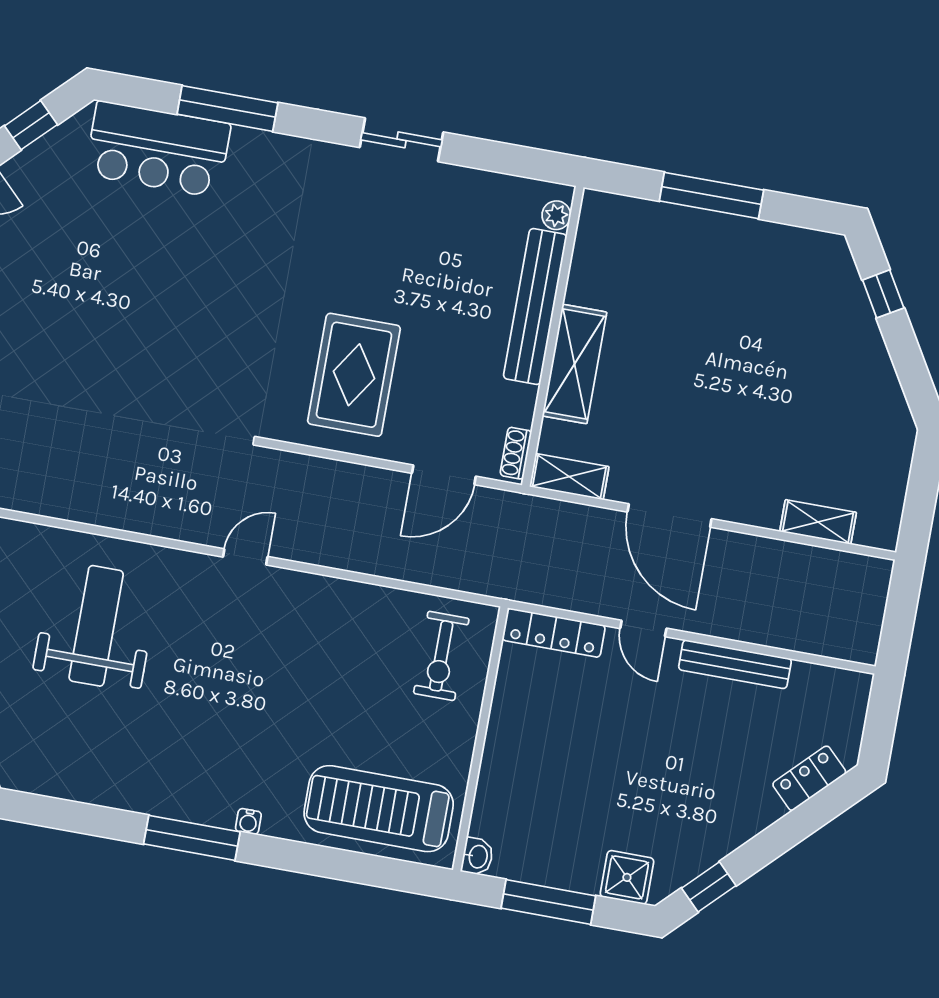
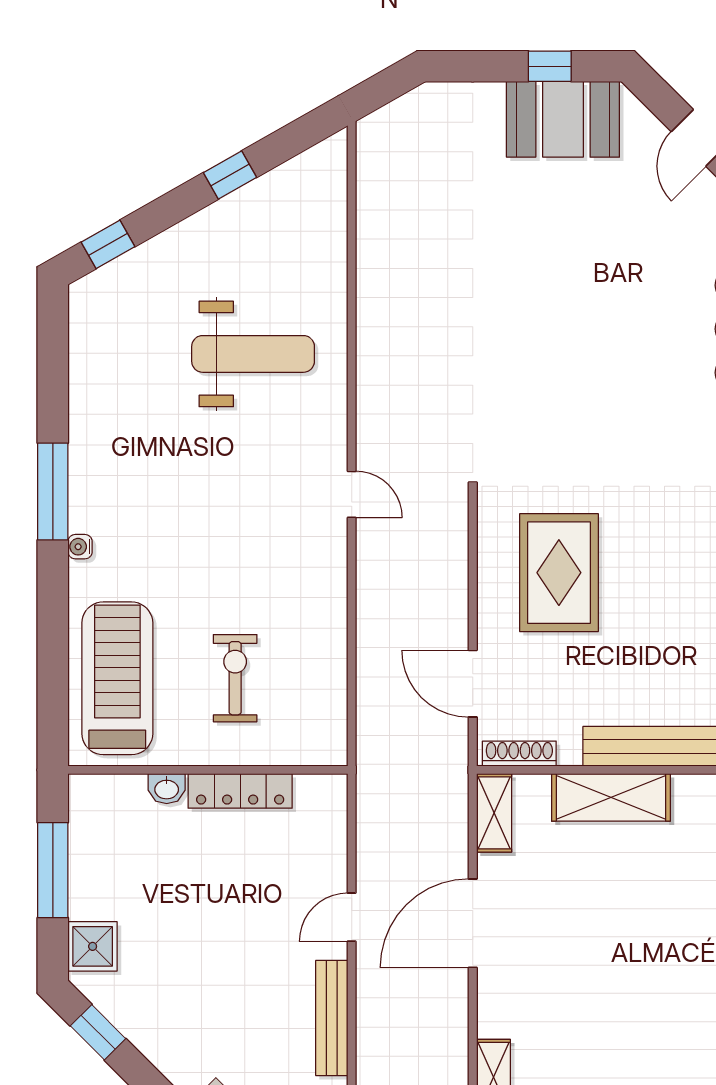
rug: (354, 375) -> (559, 573), turned 90
shoe rack: (516, 453) -> (519, 754), width x1.43
locker: (554, 633) -> (240, 791), moved, turned -90
exercise bike: (441, 656) -> (235, 678), moved, turned 90
washbasin: (477, 856) -> (167, 789), moved

